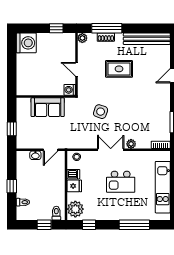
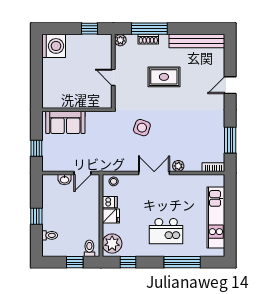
washing machine: (70, 90) -> (105, 102), removed
sofa: (48, 107) -> (65, 122), moved
kitchen island: (121, 182) -> (166, 231), moved

